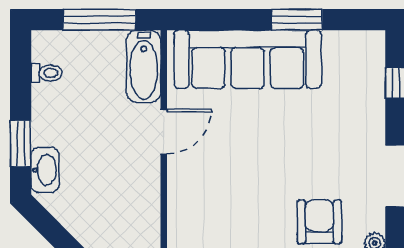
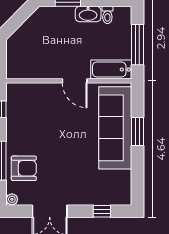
window: (297, 20) -> (137, 132), moved
washbasin: (45, 170) -> (88, 14), moved

